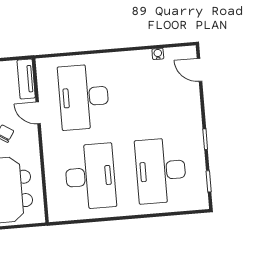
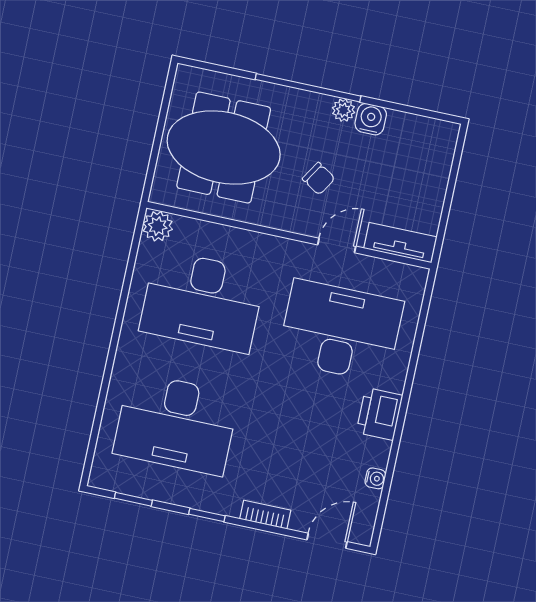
printer: (122, 62) -> (380, 414), added
bookcase: (195, 108) -> (265, 515), added
desk: (161, 171) -> (176, 424), turned 180
plant: (57, 213) -> (158, 226), added

